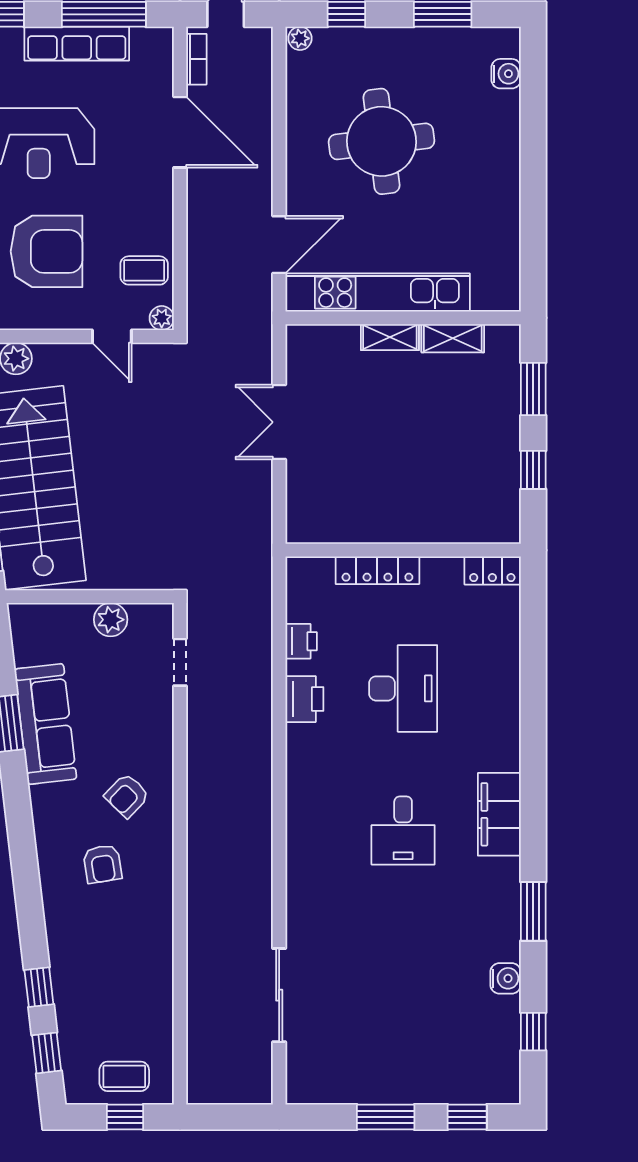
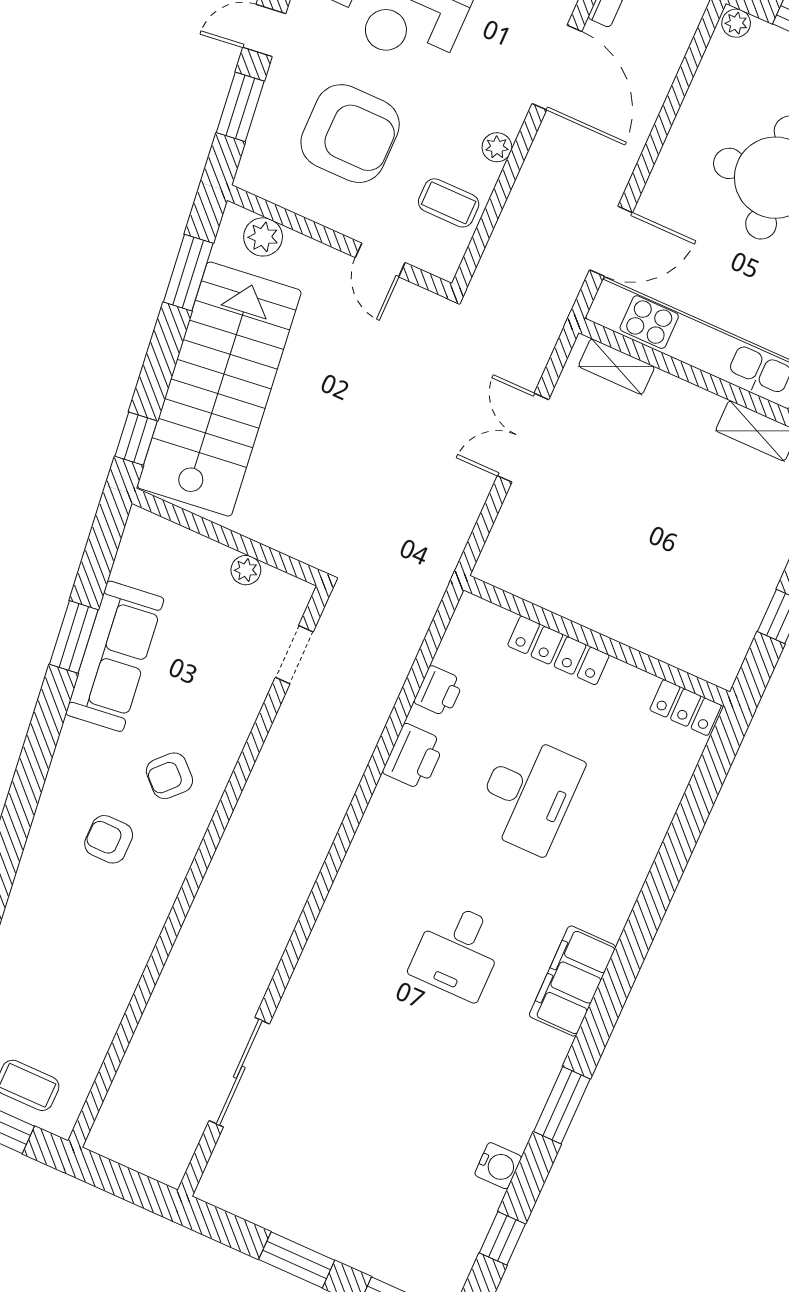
plant: (162, 318) -> (497, 147), moved
shelving: (390, 337) -> (616, 367), moved
plant: (111, 620) -> (246, 570), width x0.73, depth x0.73
armchair: (102, 864) -> (109, 839), turned 99

